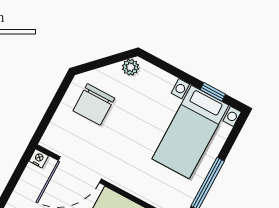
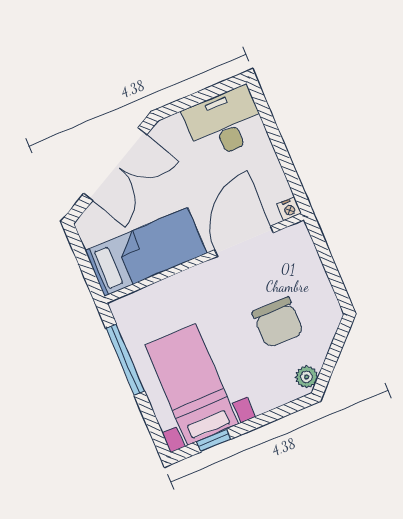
chair: (94, 104) -> (278, 323), moved, turned 180

